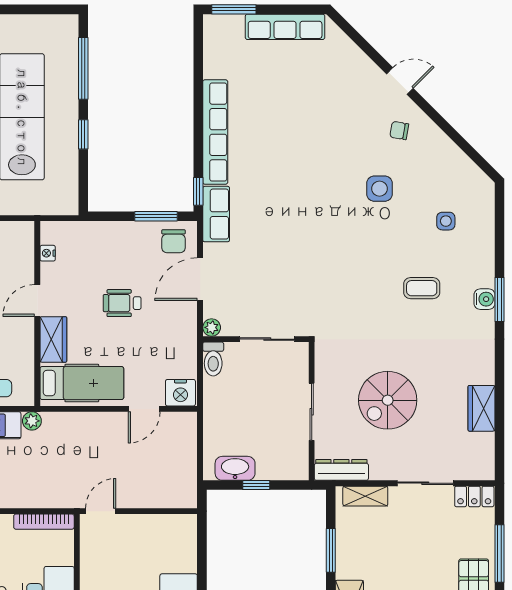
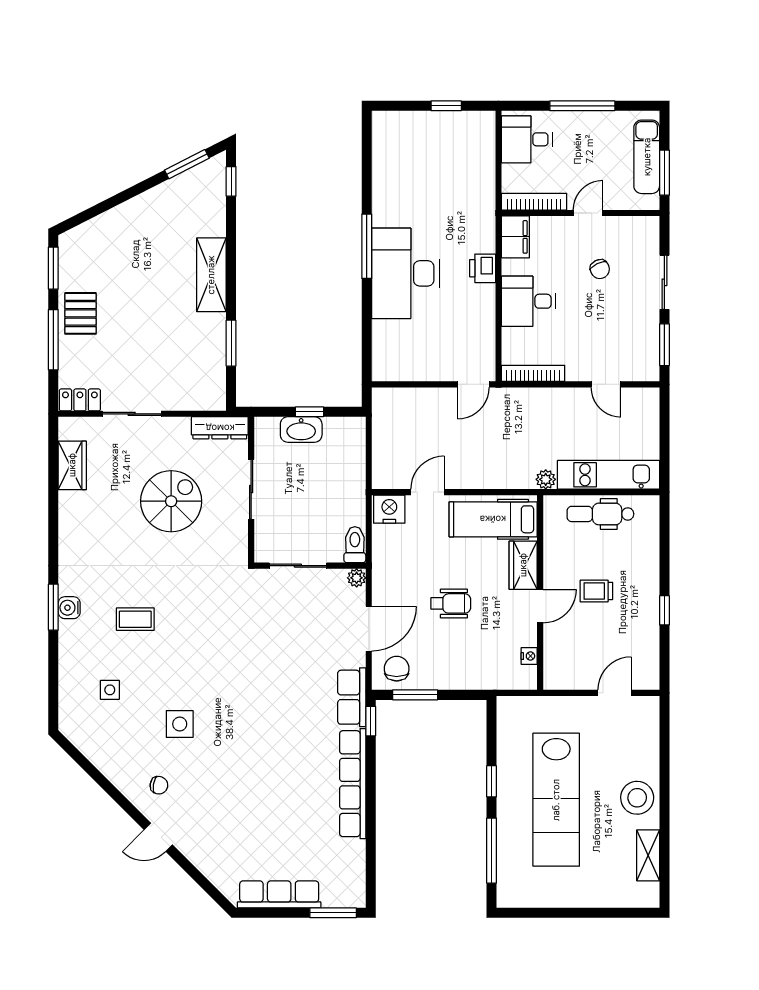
wardrobe: (482, 408) -> (72, 465), moved
washbasin: (235, 468) -> (301, 430), moved
shelving: (365, 496) -> (195, 400), removed

